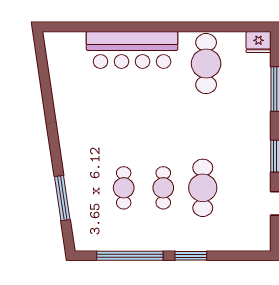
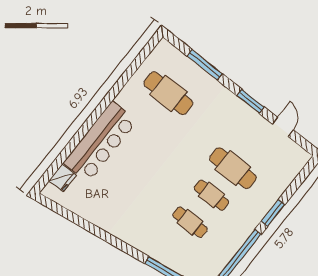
fridge: (259, 42) -> (63, 178), moved
cafe table: (206, 64) -> (168, 93), moved

